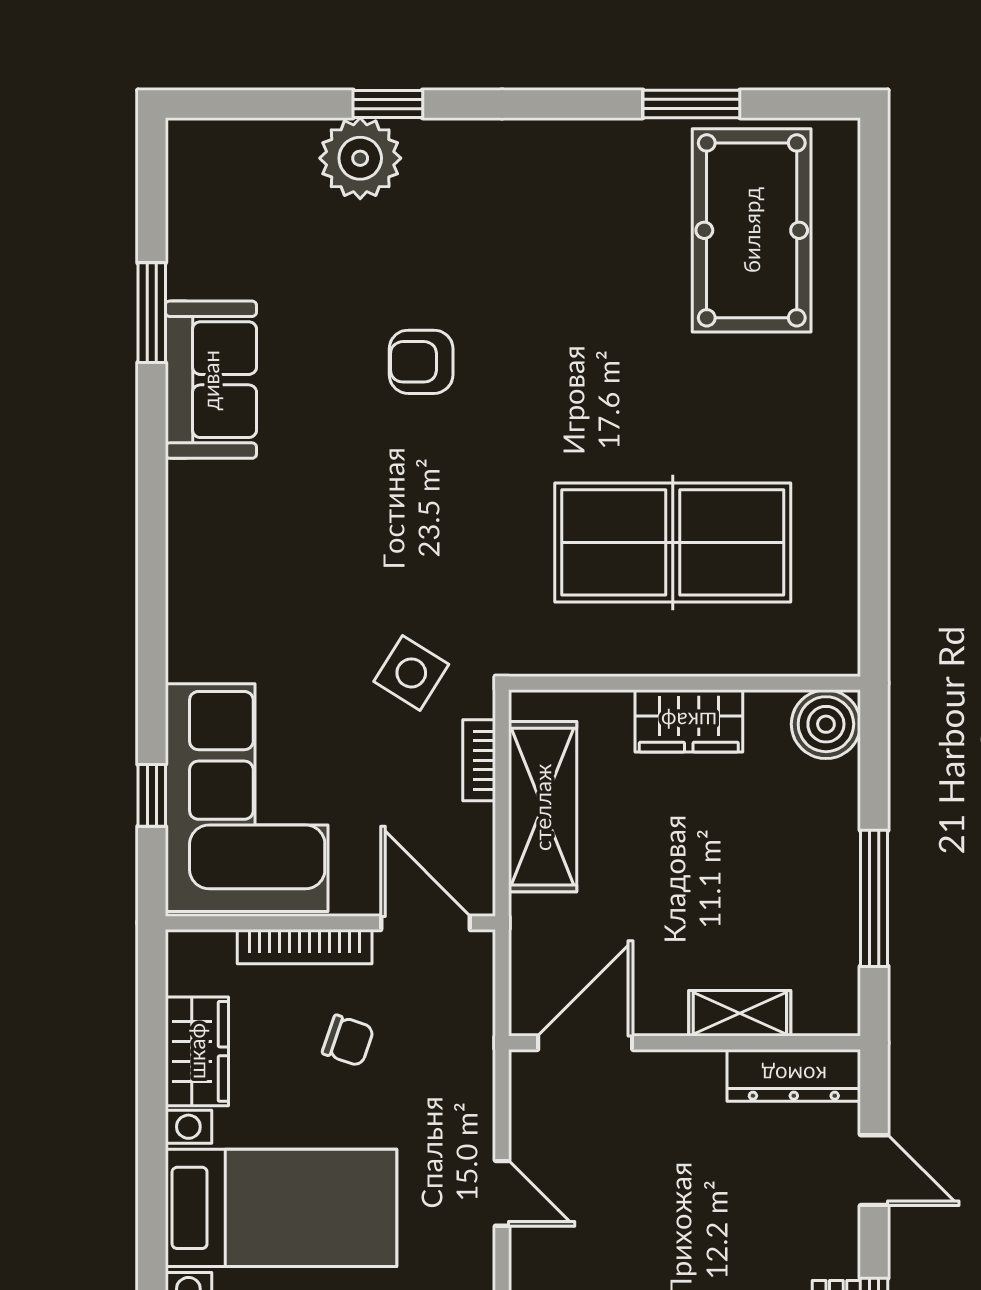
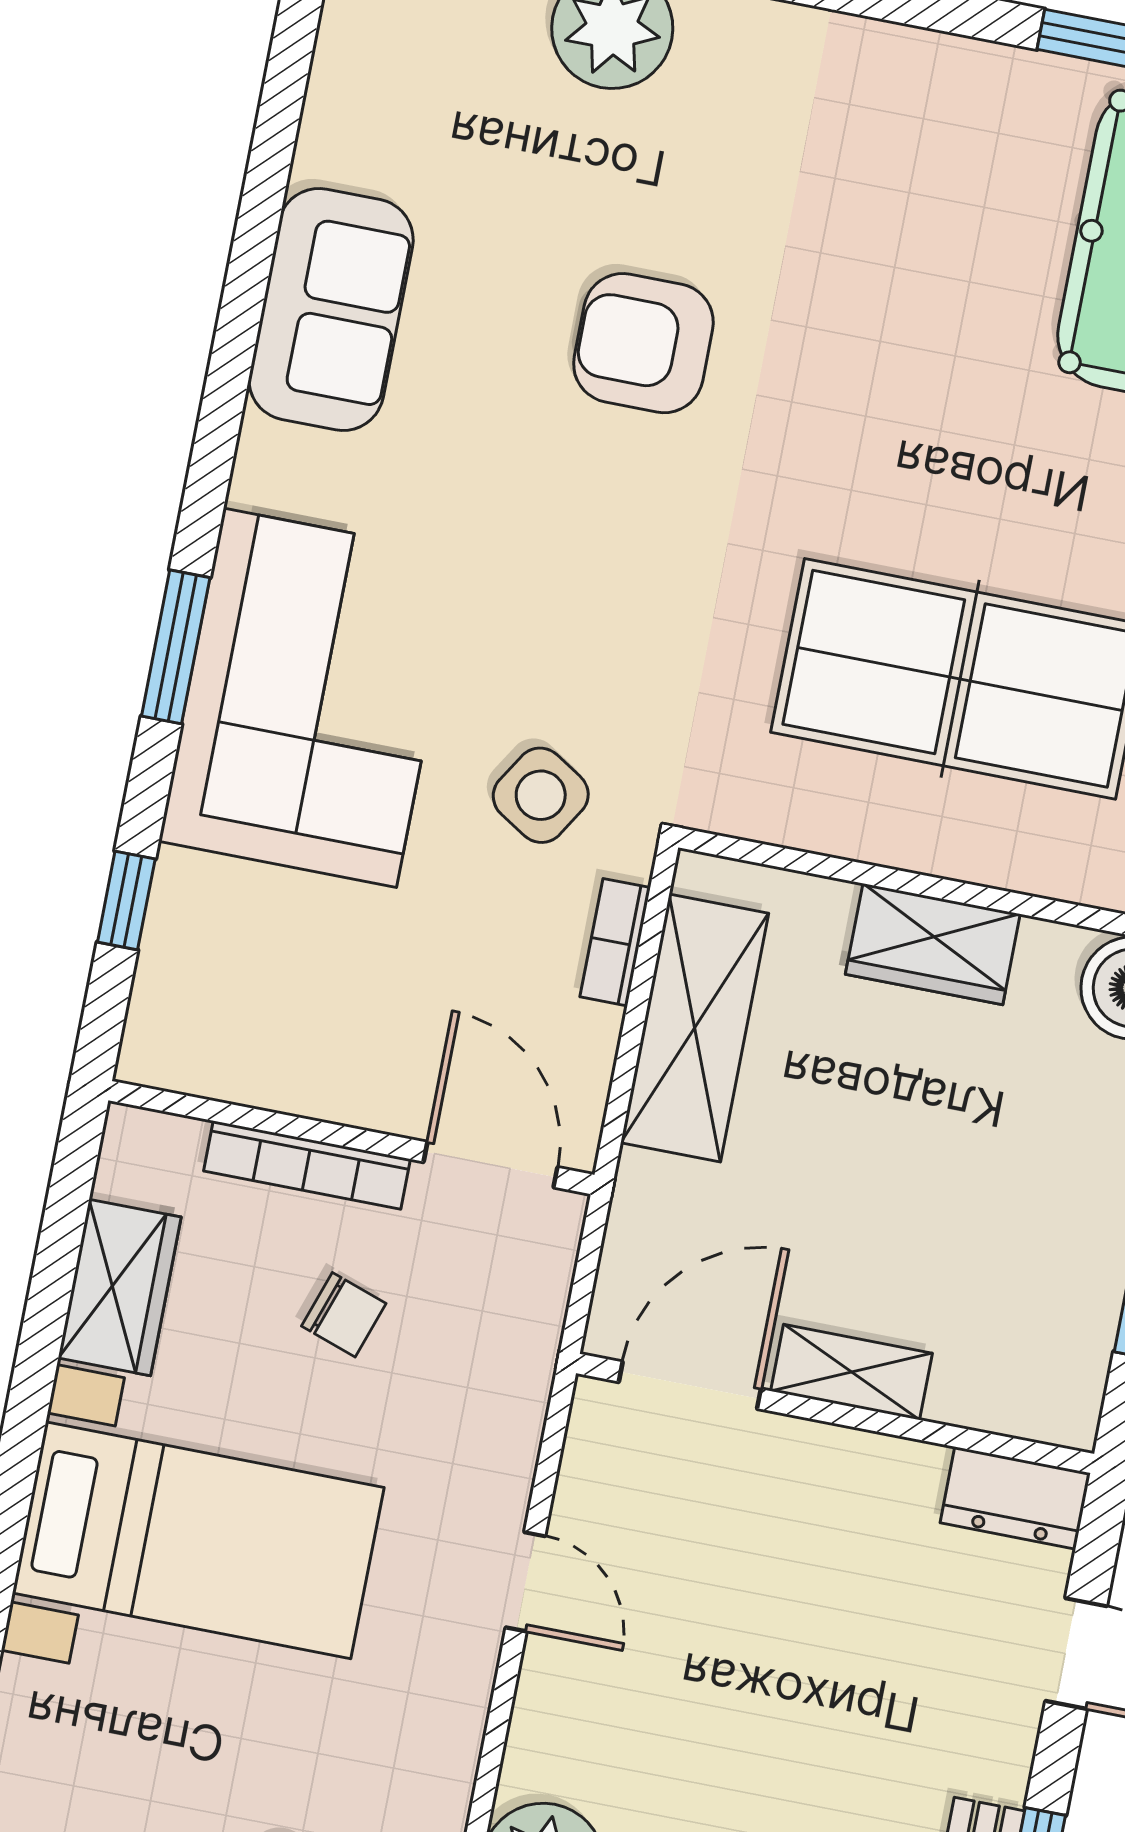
window: (152, 313) -> (176, 647), moved
armchair: (421, 362) -> (643, 343), width x1.38, depth x1.38
corner sofa: (247, 798) -> (310, 698), moved
shelving: (740, 1013) -> (851, 1372), moved
dresser: (794, 1075) -> (1015, 1498), width x0.70

